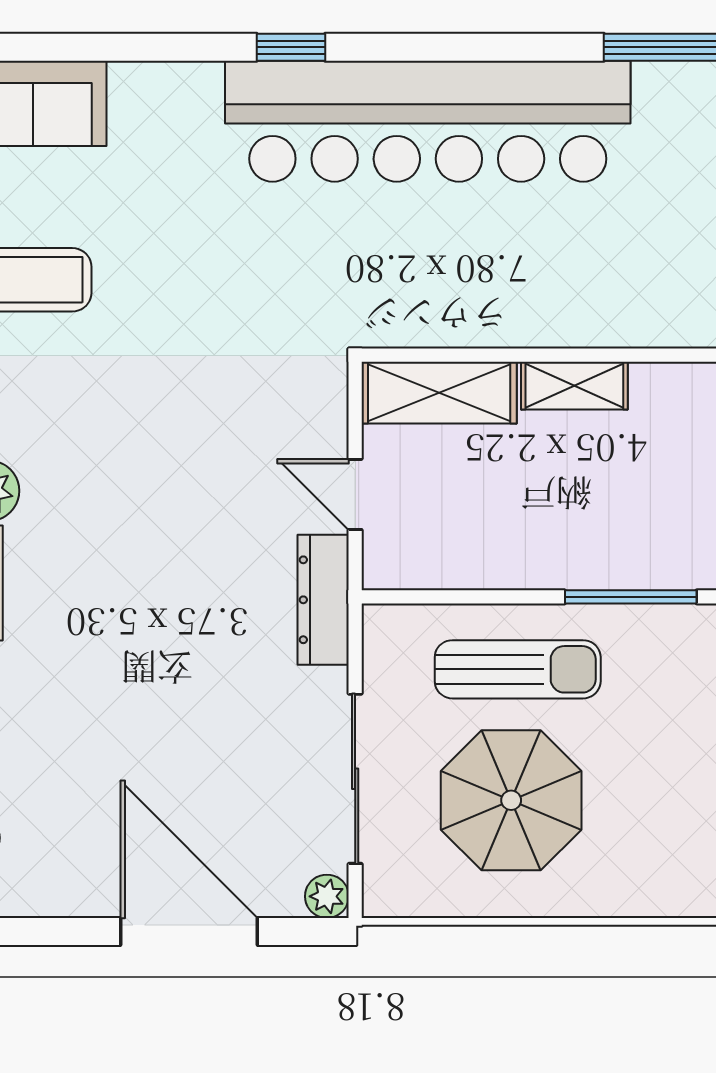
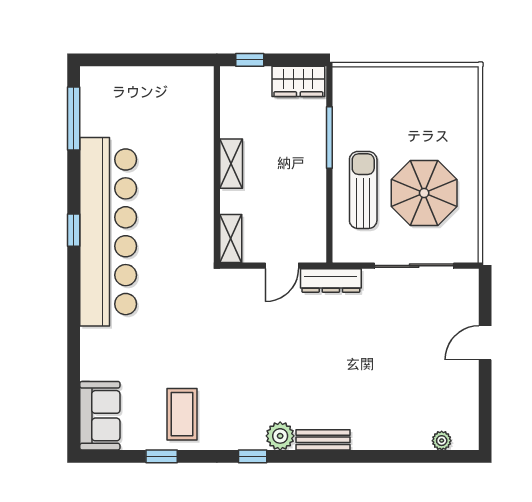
window: (291, 47) -> (74, 230), moved
shelving: (439, 393) -> (231, 239), width x0.67, depth x0.75
plant: (327, 896) -> (469, 279), removed
door: (189, 932) -> (485, 343), width x0.53

